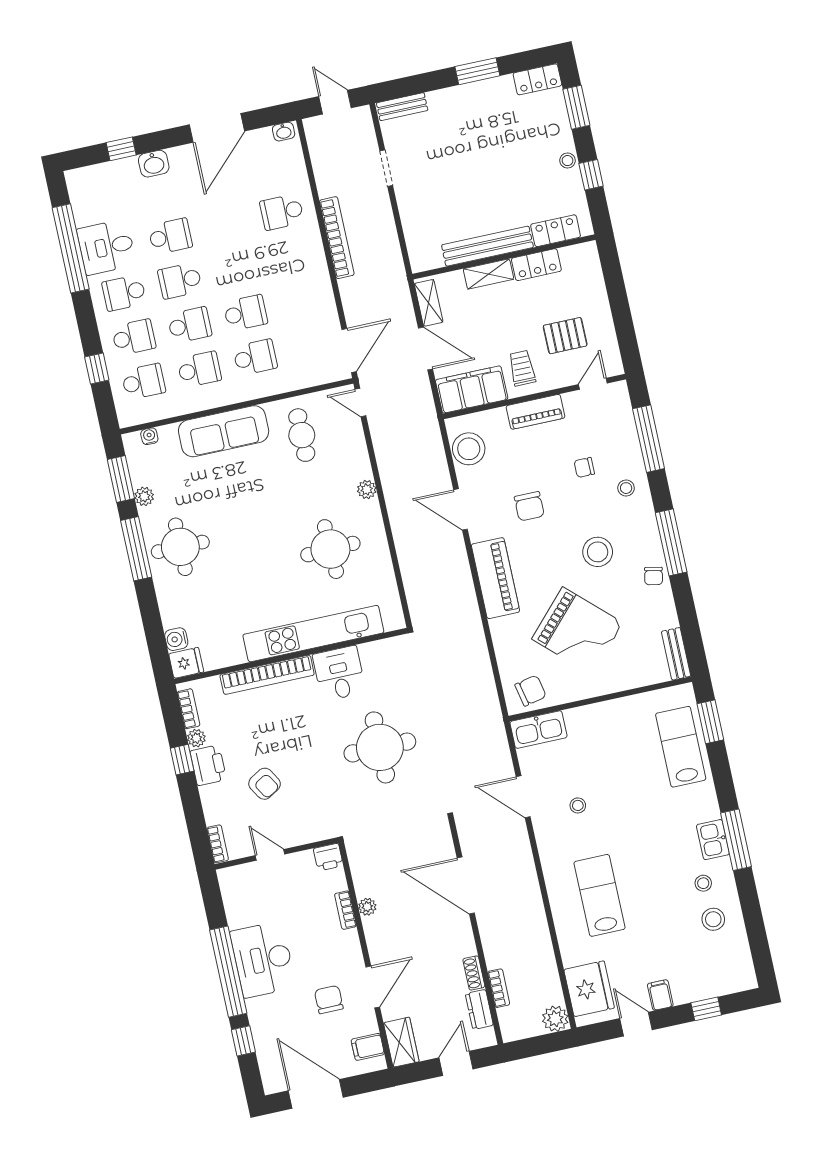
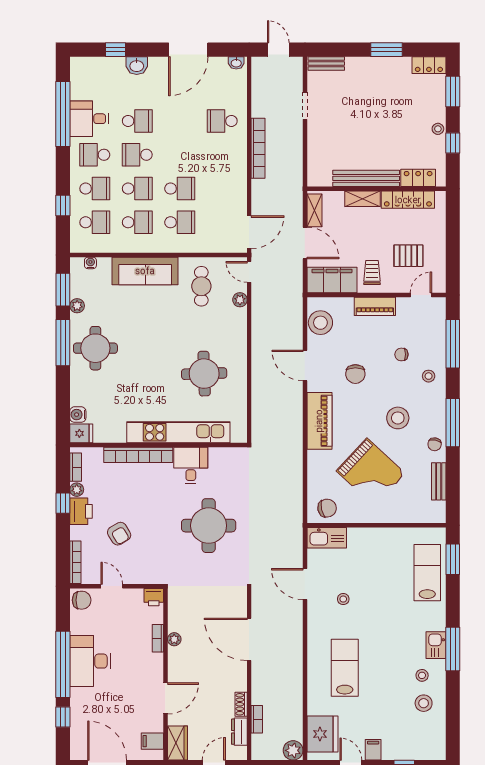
locker: (536, 265) -> (408, 200), width x1.53
plant: (367, 489) -> (240, 300), moved
bench: (676, 654) -> (439, 481), moved
bookcase: (218, 844) -> (75, 562), width x1.56
chair: (329, 1000) -> (82, 600), moved, turned 90

